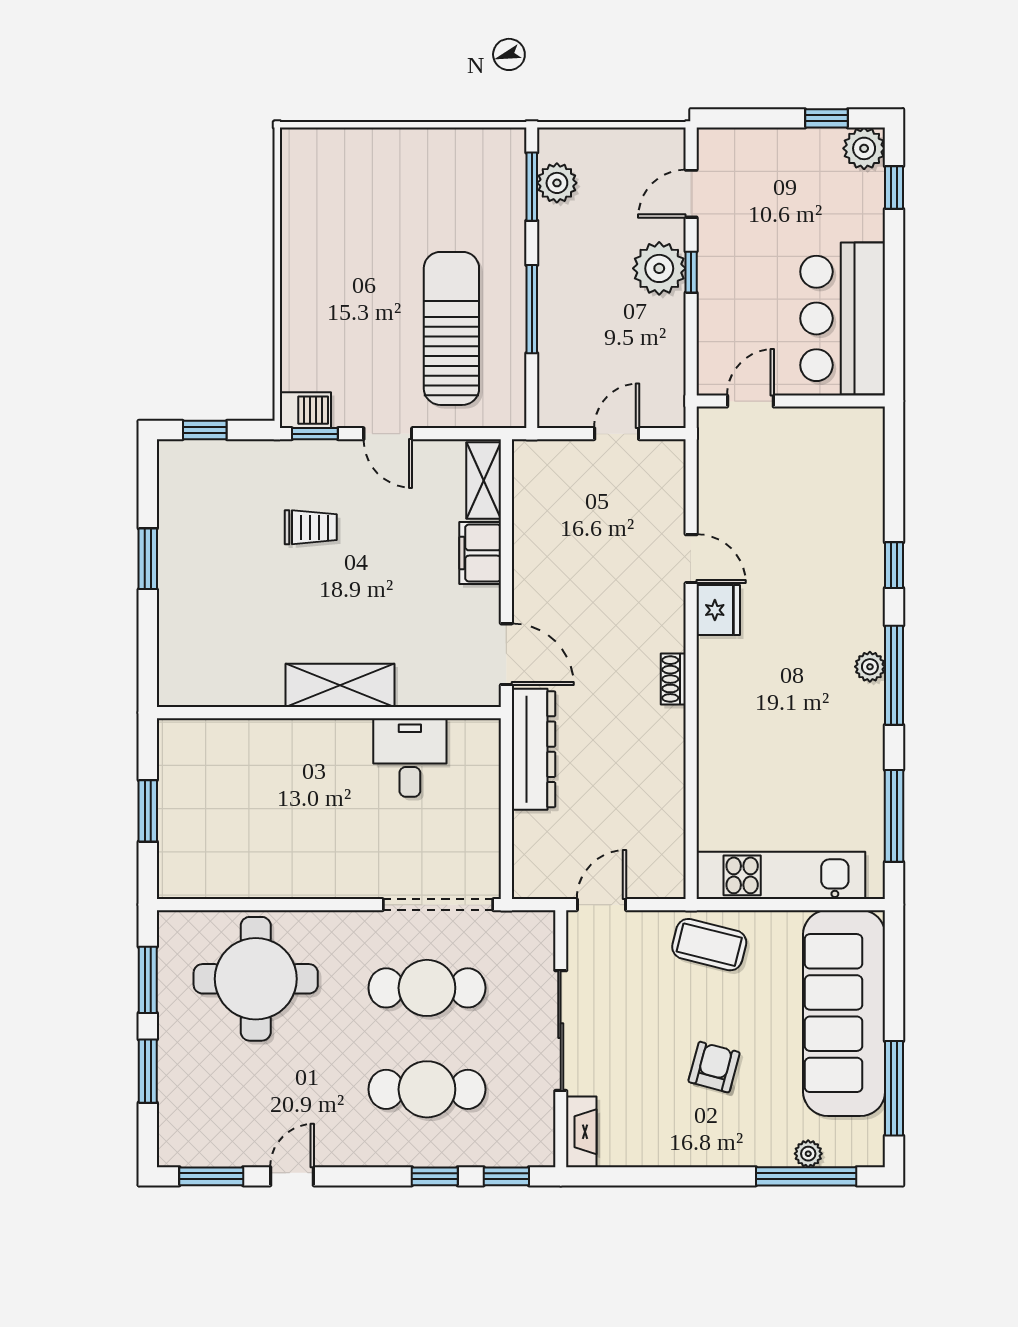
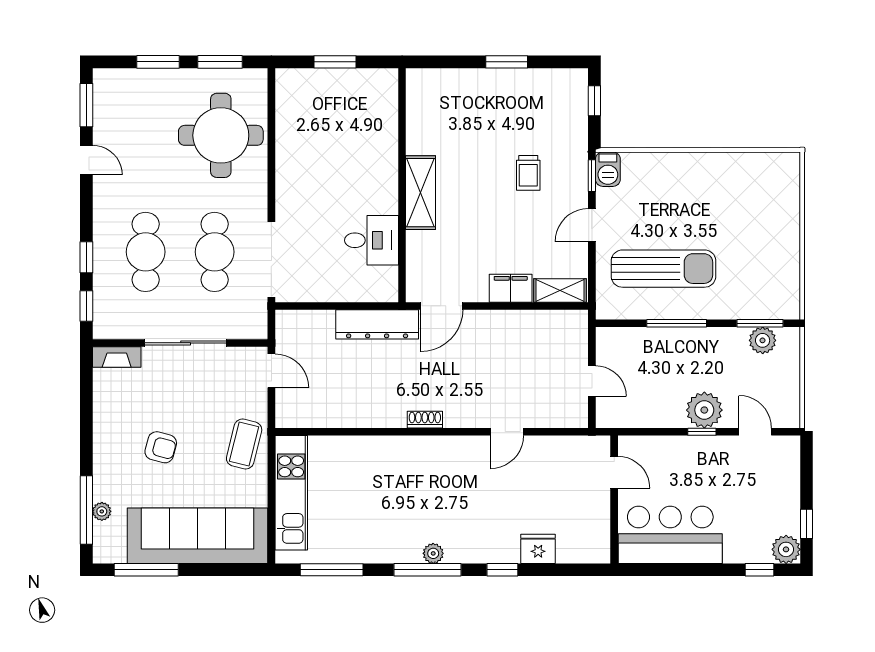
fridge: (718, 610) -> (538, 549), moved, turned 180

